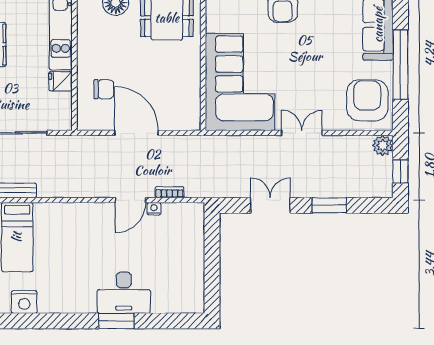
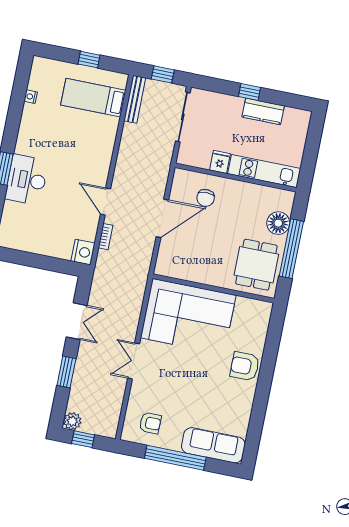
armchair: (367, 100) -> (150, 423), width x0.53, depth x0.53
double door: (302, 133) -> (134, 361), swing flipped
plant: (383, 145) -> (72, 421), moved
nightstand: (154, 209) -> (83, 252), moved, width x1.89, depth x1.79
nightstand: (24, 302) -> (31, 97), width x0.53, depth x0.56

